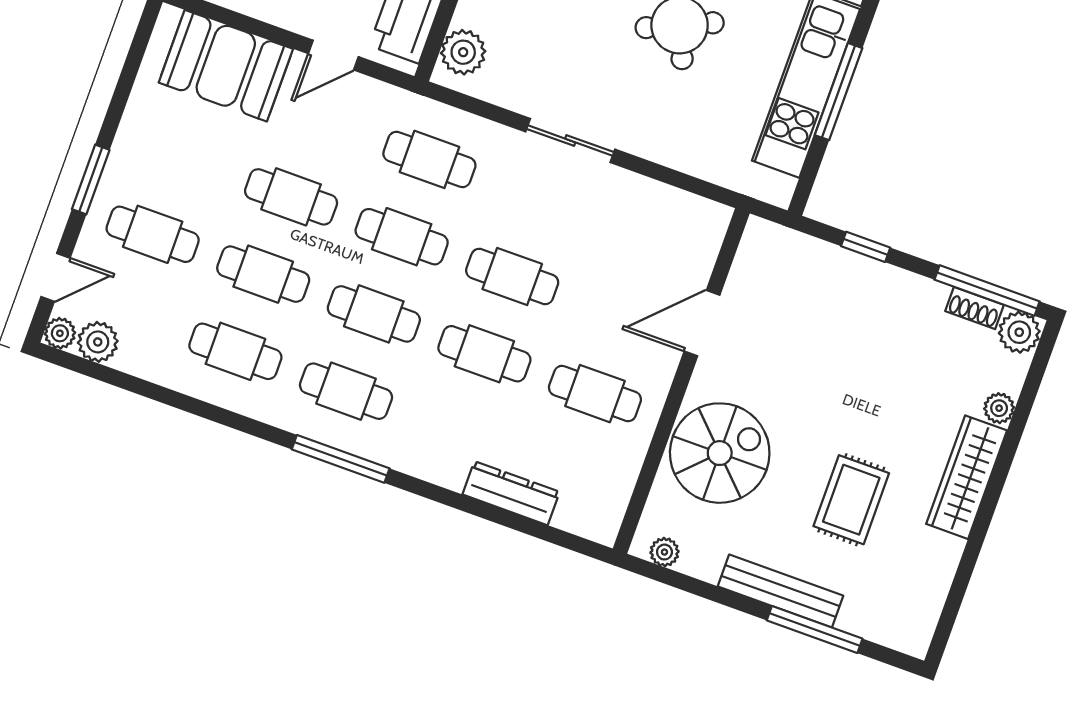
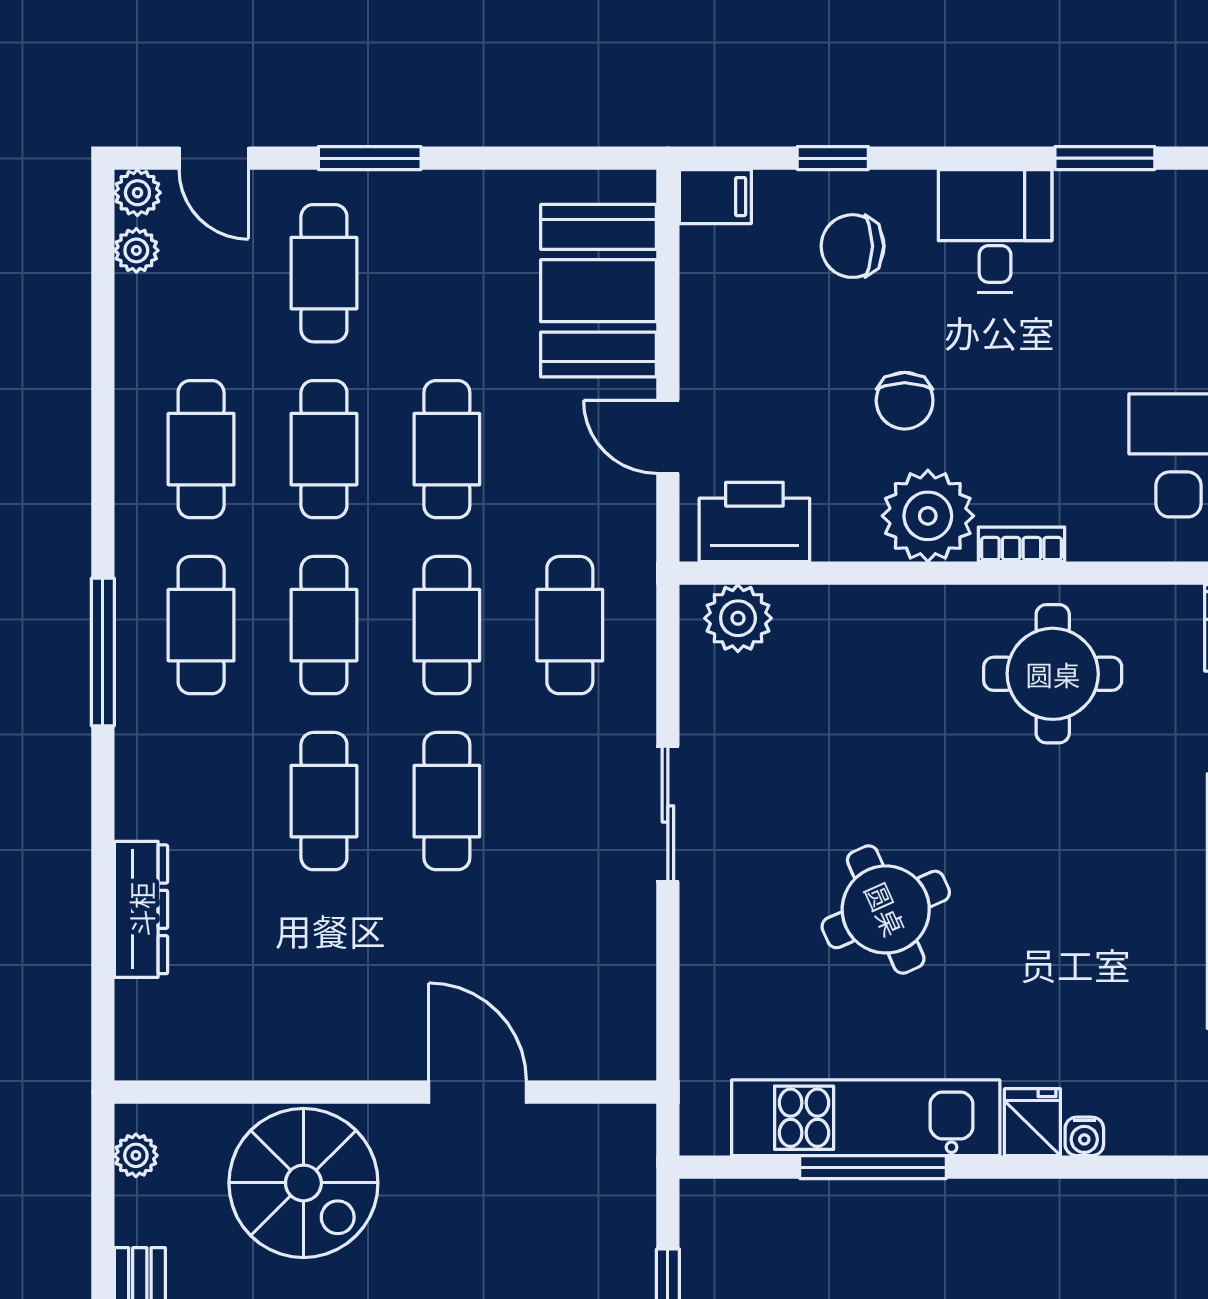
plant: (98, 342) -> (136, 250), width x0.73, depth x0.73
cafe table: (595, 394) -> (324, 977), removed

